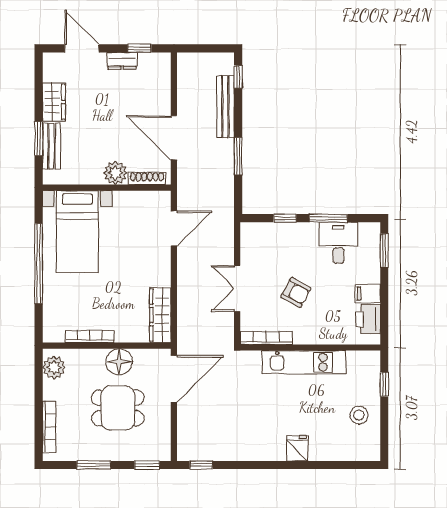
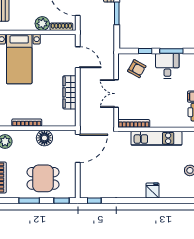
door: (174, 228) -> (78, 57), hinge flipped
desk: (338, 243) -> (167, 66), moved
armchair: (296, 292) -> (137, 69), moved
wardrobe: (160, 315) -> (69, 92), moved
dining table: (118, 408) -> (43, 178), moved

